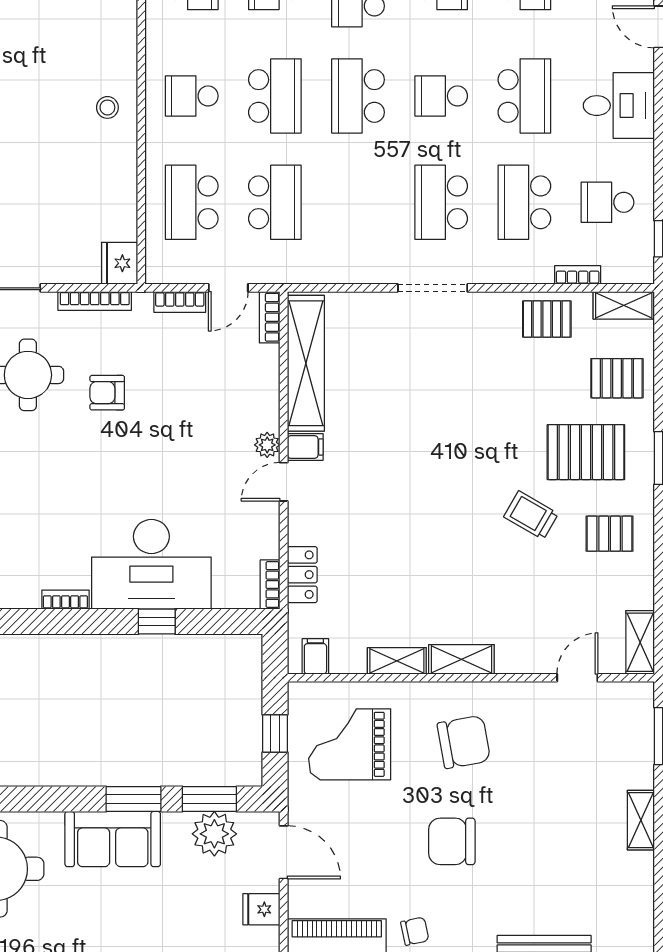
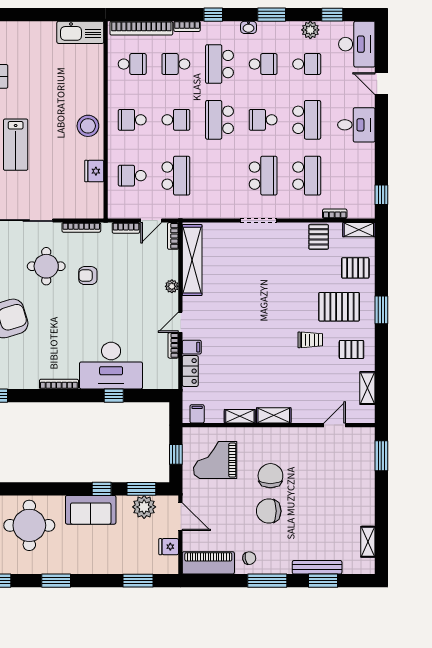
school desk: (275, 96) -> (176, 120), width x0.54
stool: (107, 107) -> (88, 126), width x1.89, depth x1.89
school desk: (192, 202) -> (132, 176), width x0.54
school desk: (441, 202) -> (263, 176), turned 180
school desk: (524, 202) -> (307, 176), turned 180
school desk: (607, 202) -> (350, 176), removed
fridge: (120, 263) -> (94, 171), moved
pallet: (547, 319) -> (319, 237), turned 90
plant: (267, 445) -> (172, 286), moved
filing cabinet: (305, 447) -> (192, 347), moved
trolley: (531, 515) -> (310, 340), turned 150
bookcase: (270, 585) -> (173, 345), moved
bookcase: (65, 600) -> (59, 384), width x1.56
shelving: (640, 642) -> (367, 388), moved
chair: (464, 742) -> (270, 476), moved, turned -80
window: (133, 799) -> (102, 489), width x0.67
shelving: (641, 820) -> (368, 542), moved

